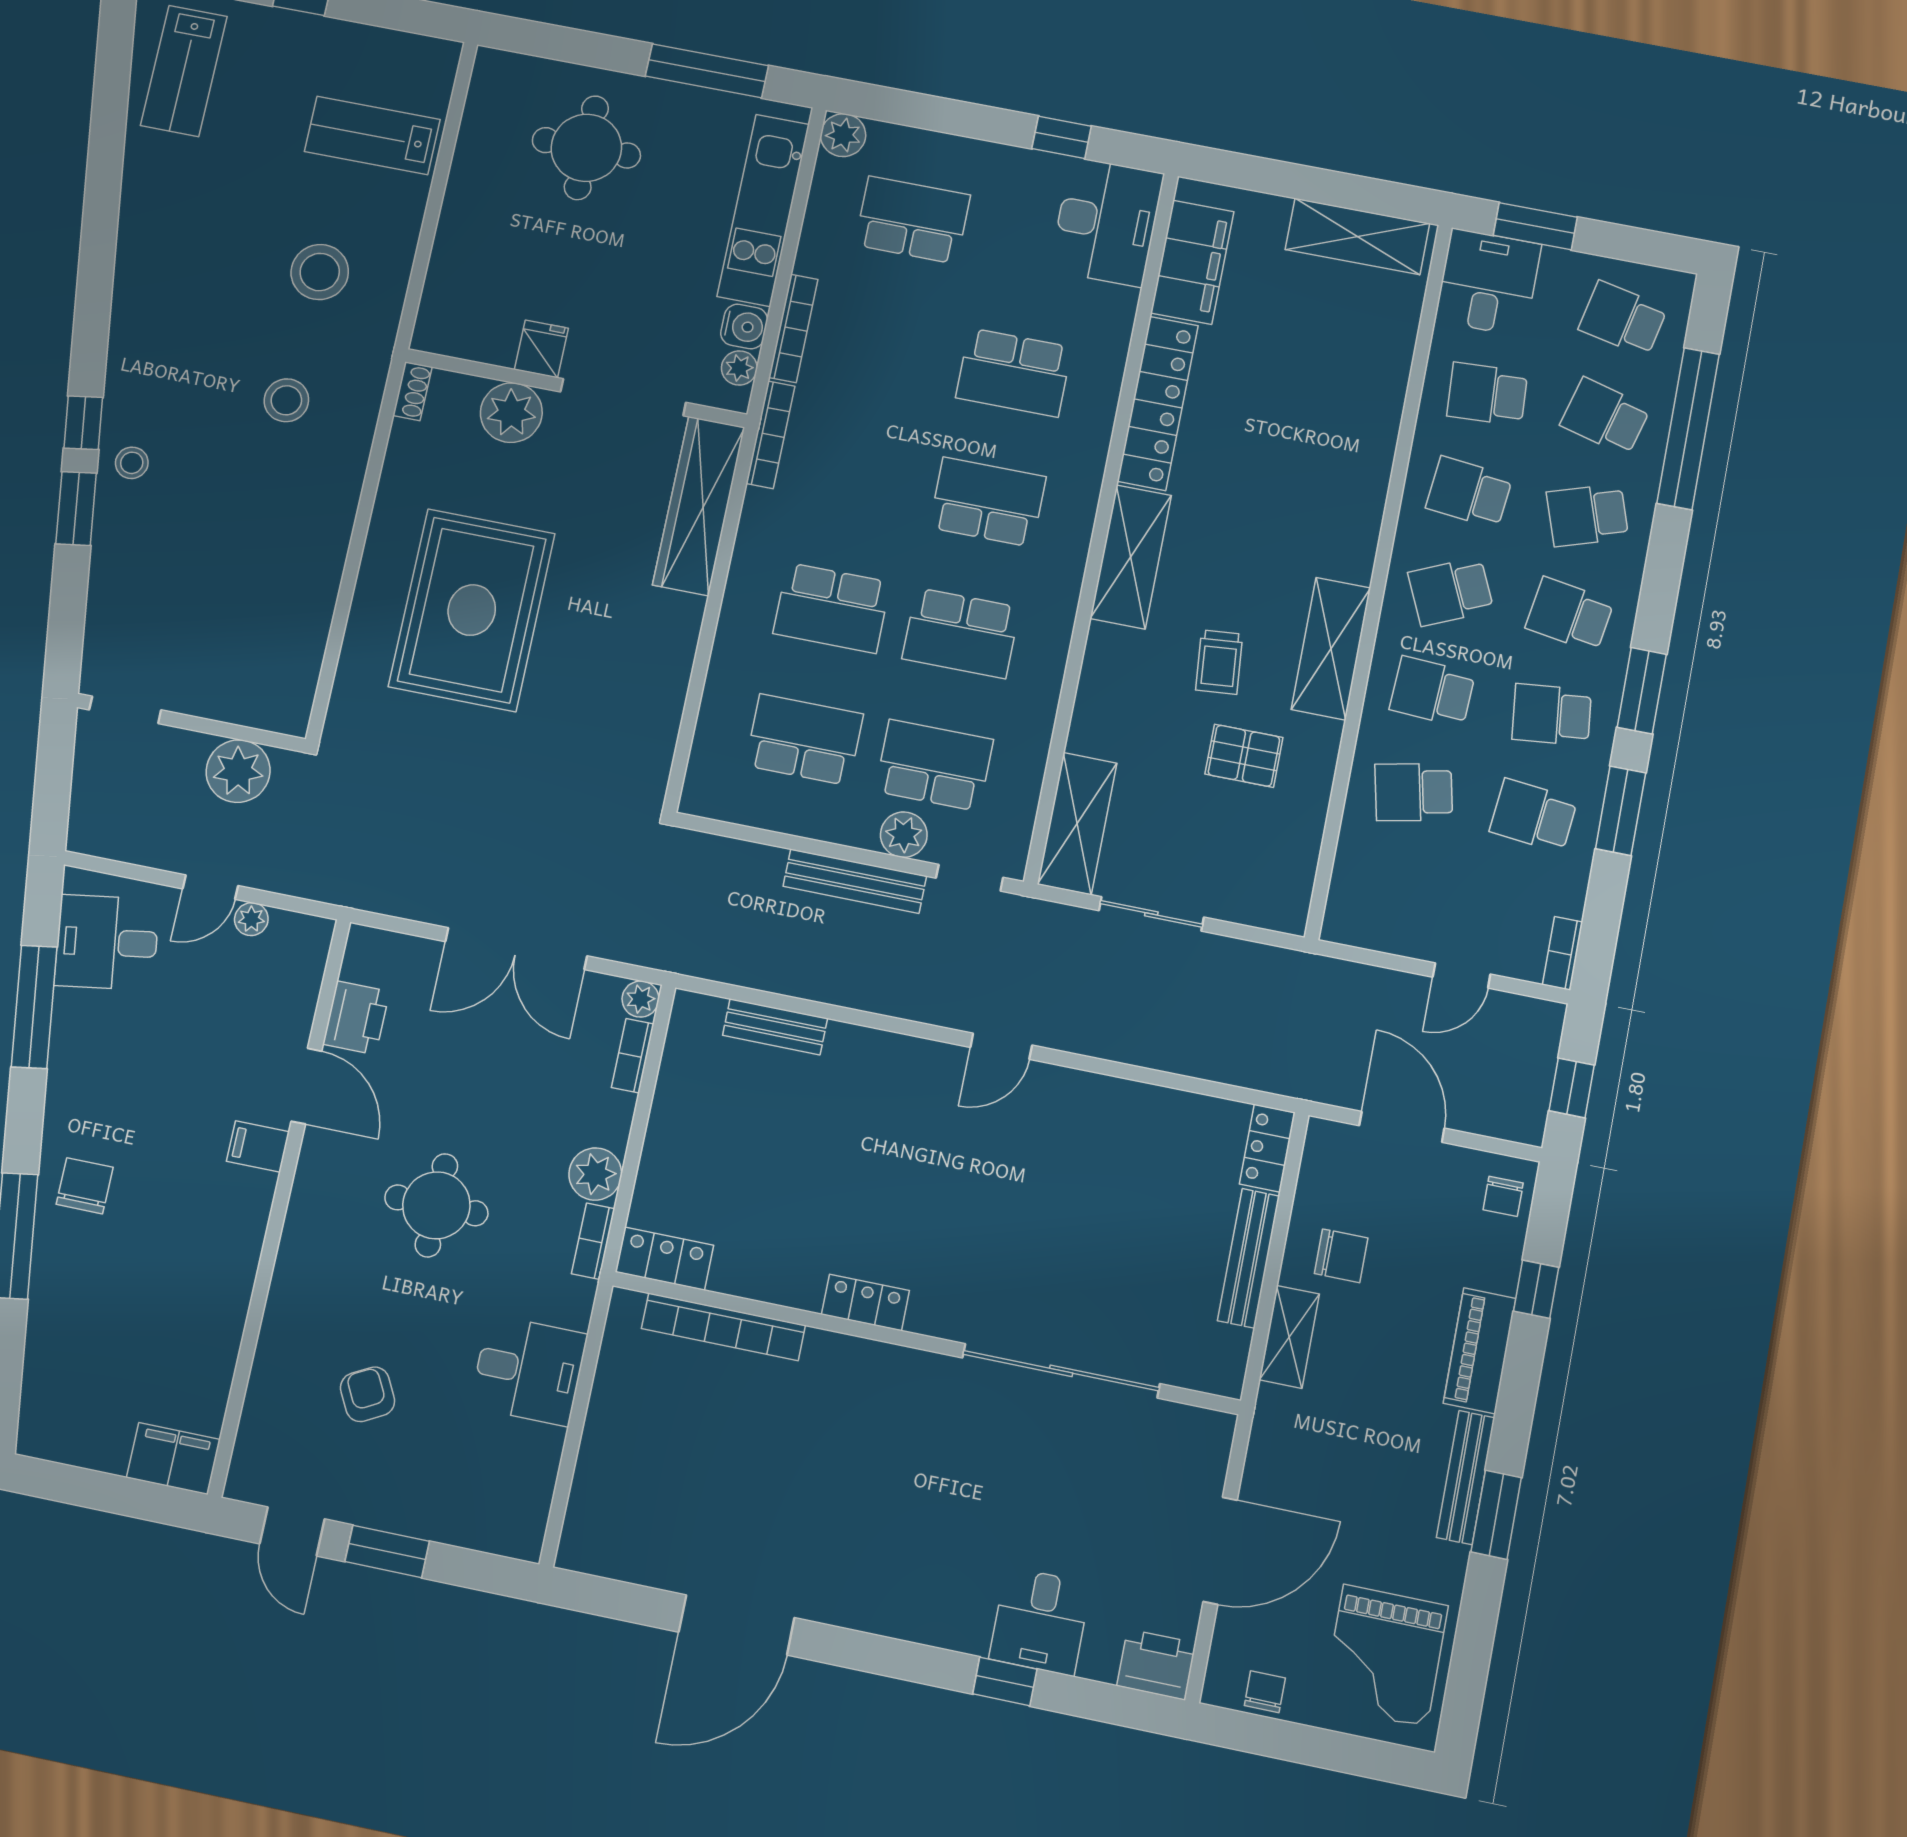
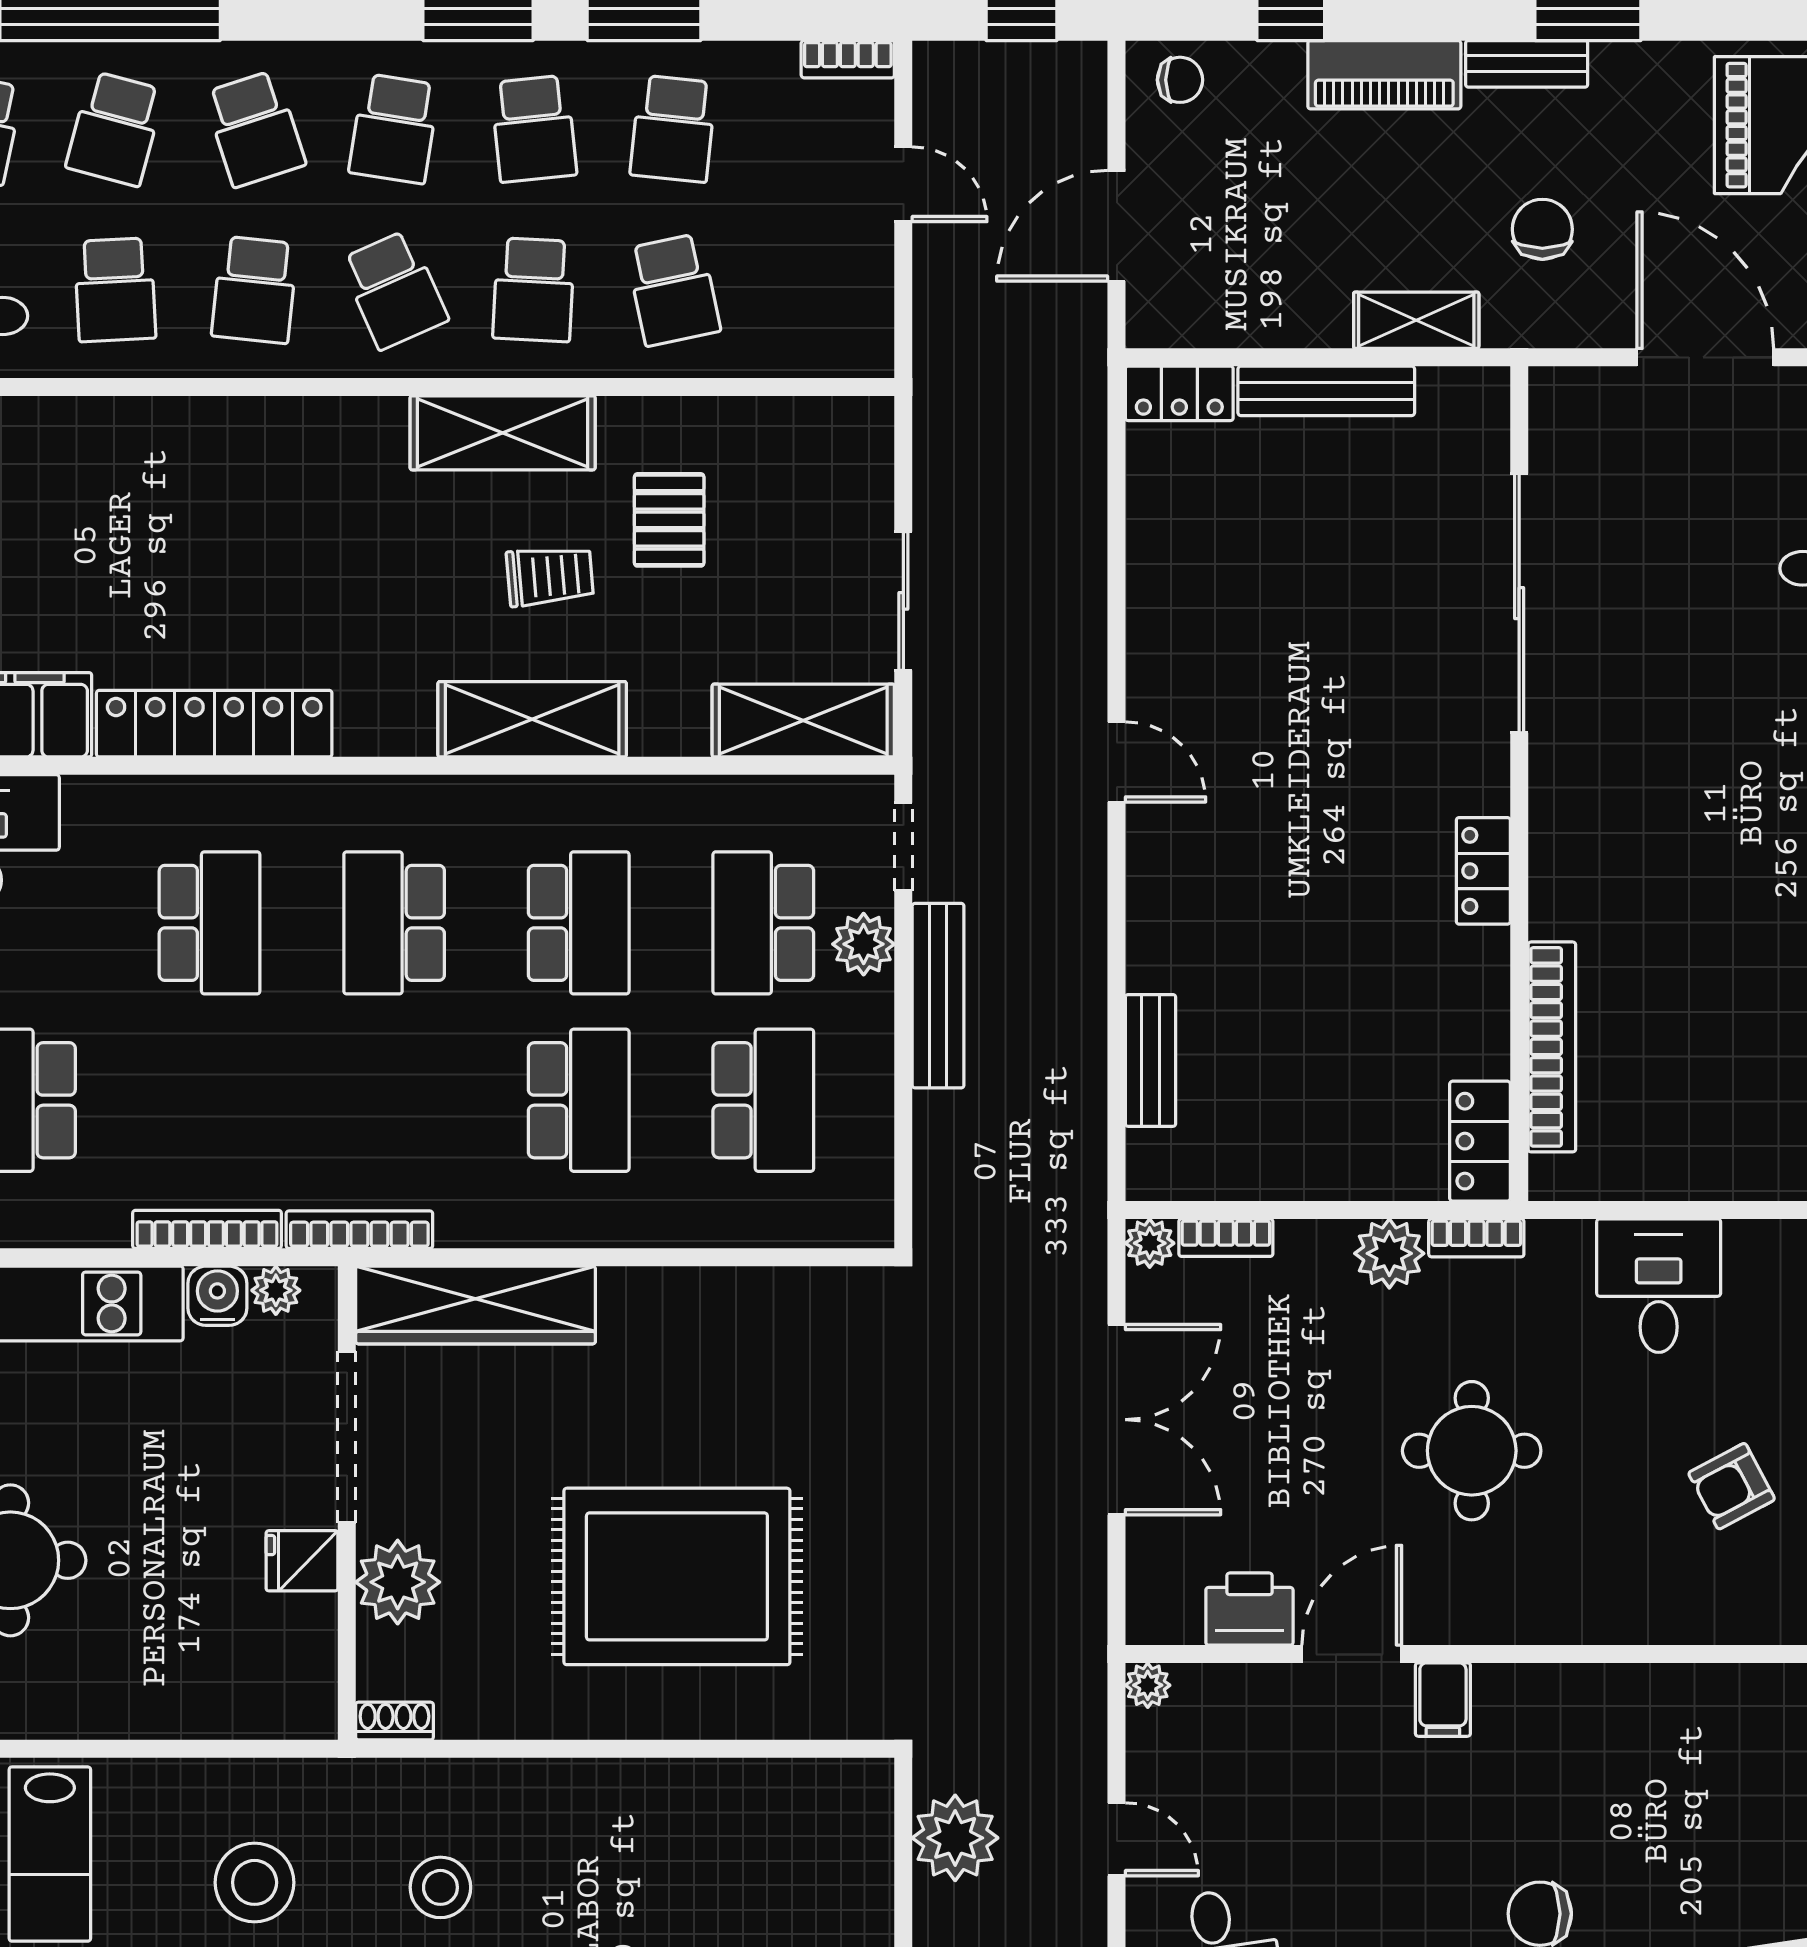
shelving: (1131, 557) -> (532, 719), moved
school desk: (804, 740) -> (763, 1100), turned 180
plant: (251, 919) -> (1148, 1685), moved
chair: (1341, 1256) -> (1542, 229), moved
bench: (1466, 1478) -> (1527, 64), width x0.73

